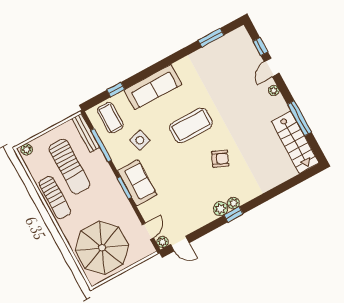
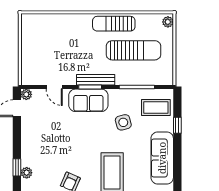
bench: (86, 133) -> (96, 80), moved
sun lounger: (69, 167) -> (133, 50), turned 180
plant: (221, 209) -> (28, 159), removed
door: (148, 231) -> (54, 87), moved
parasol: (102, 248) -> (49, 40), removed

